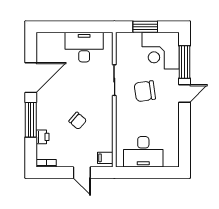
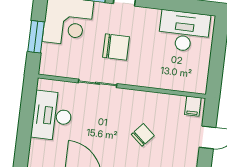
chair: (145, 91) -> (116, 47), turned -82
desk: (143, 152) -> (184, 31), moved, turned -90

